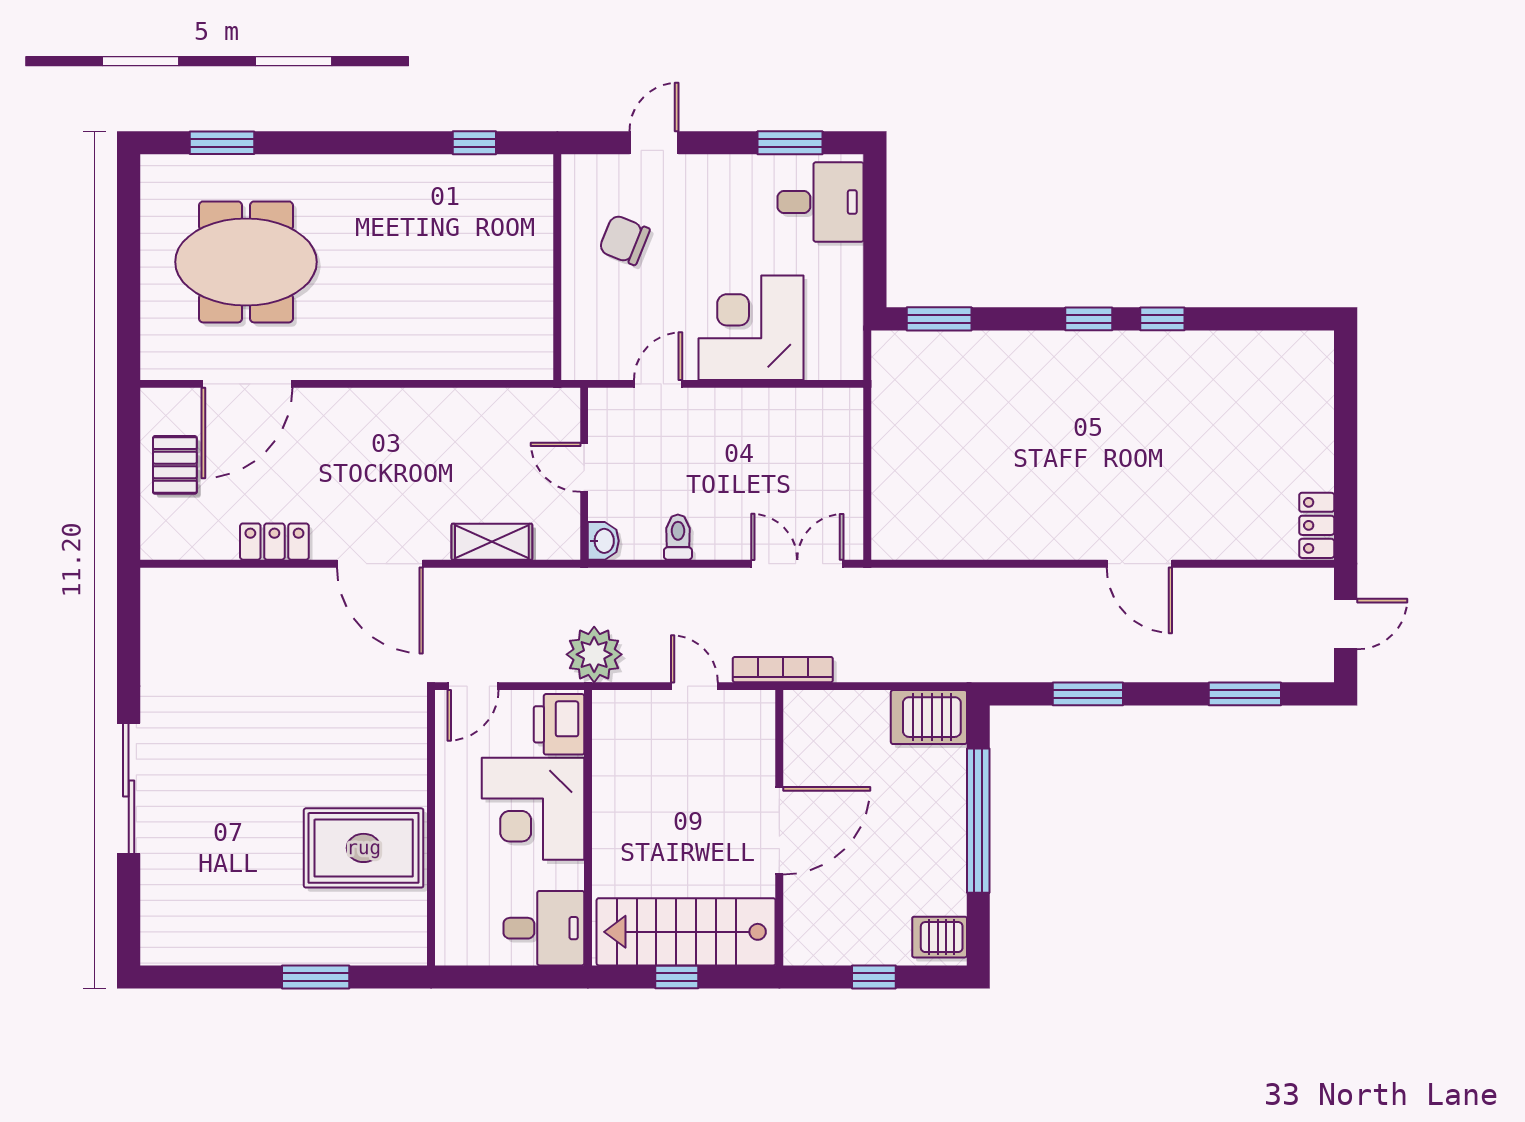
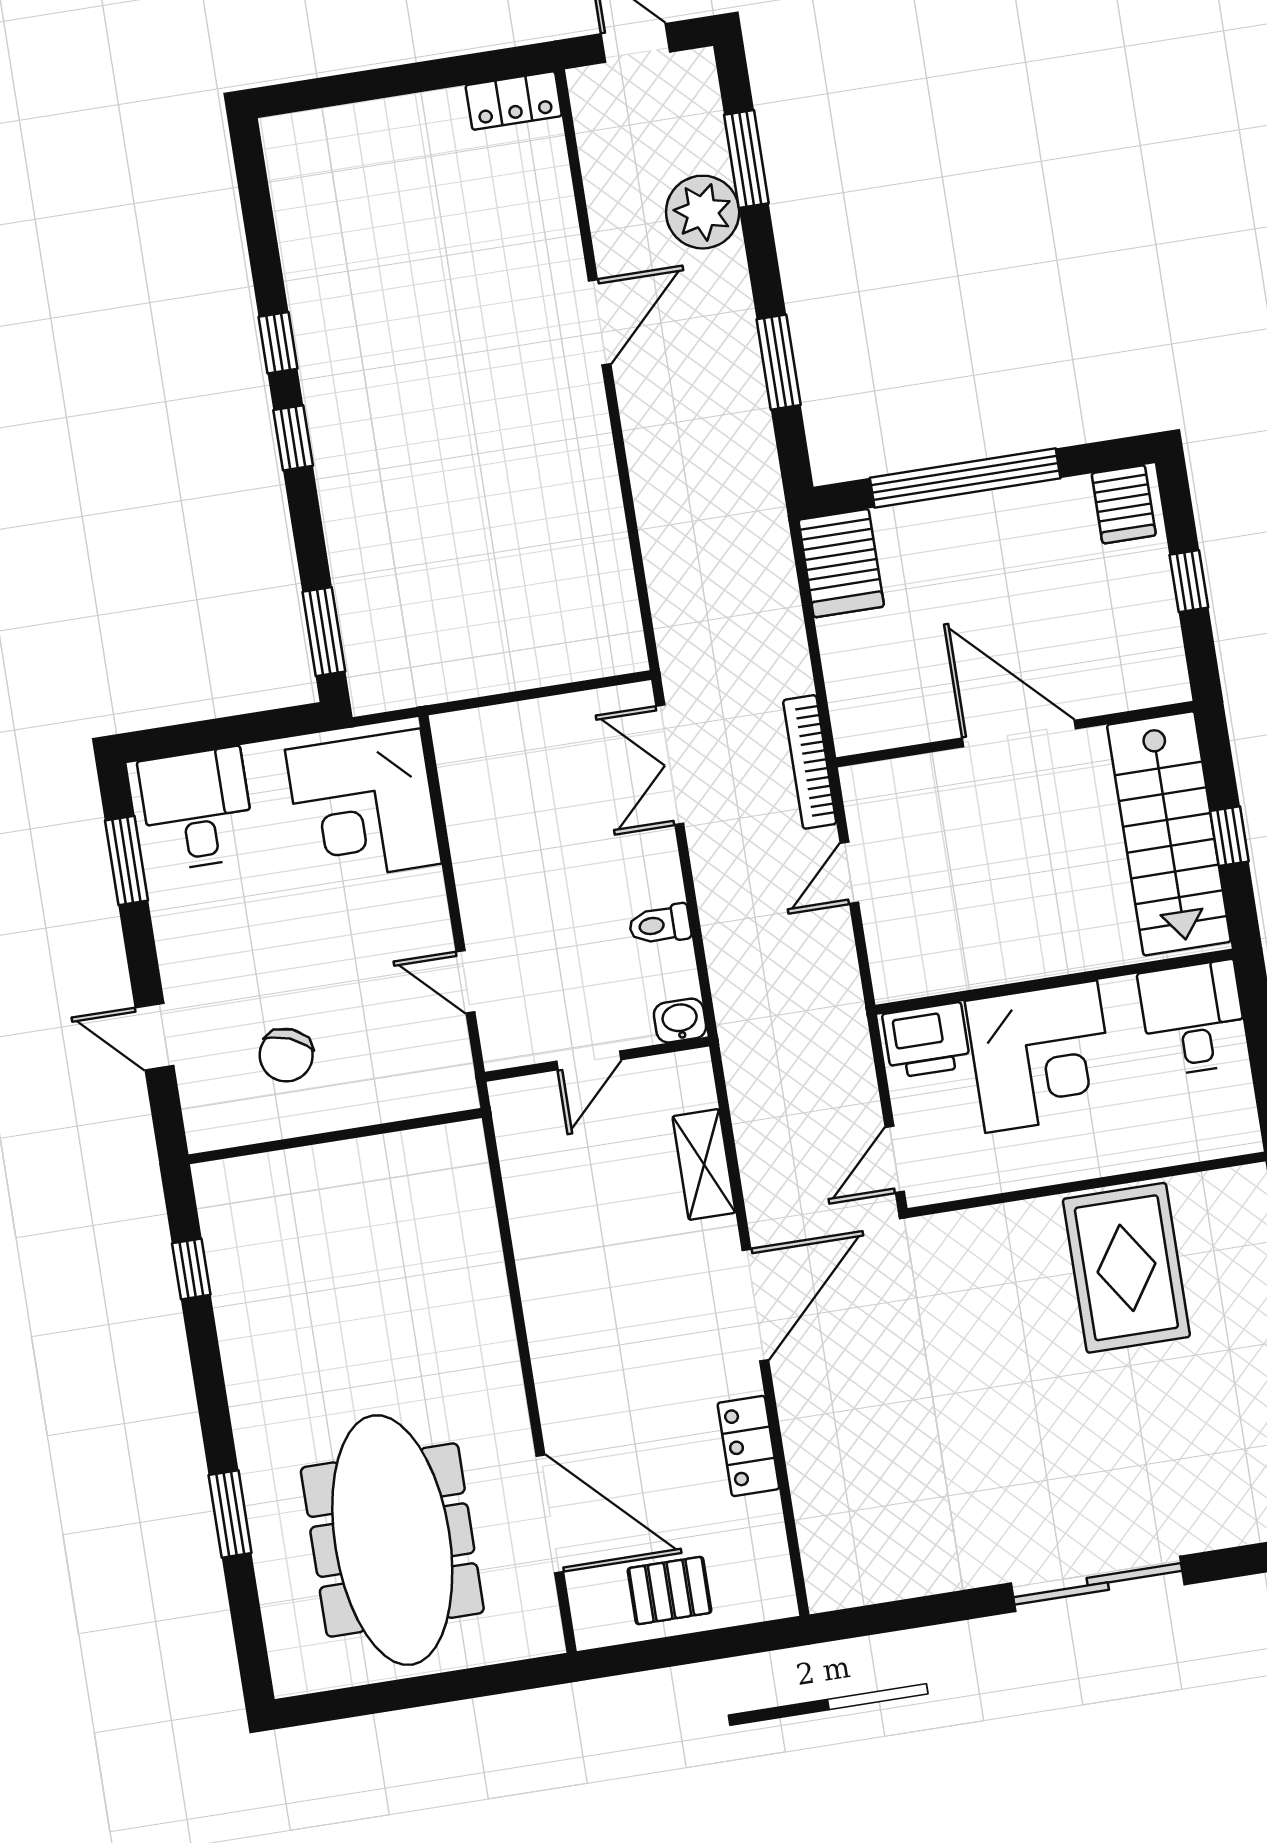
window: (222, 143) -> (230, 1514), moved
meeting table: (246, 262) -> (392, 1540), width x1.36
corner desk: (751, 328) -> (363, 807), moved
plant: (594, 654) -> (703, 212), moved
door: (473, 686) -> (895, 1159), swing flipped

